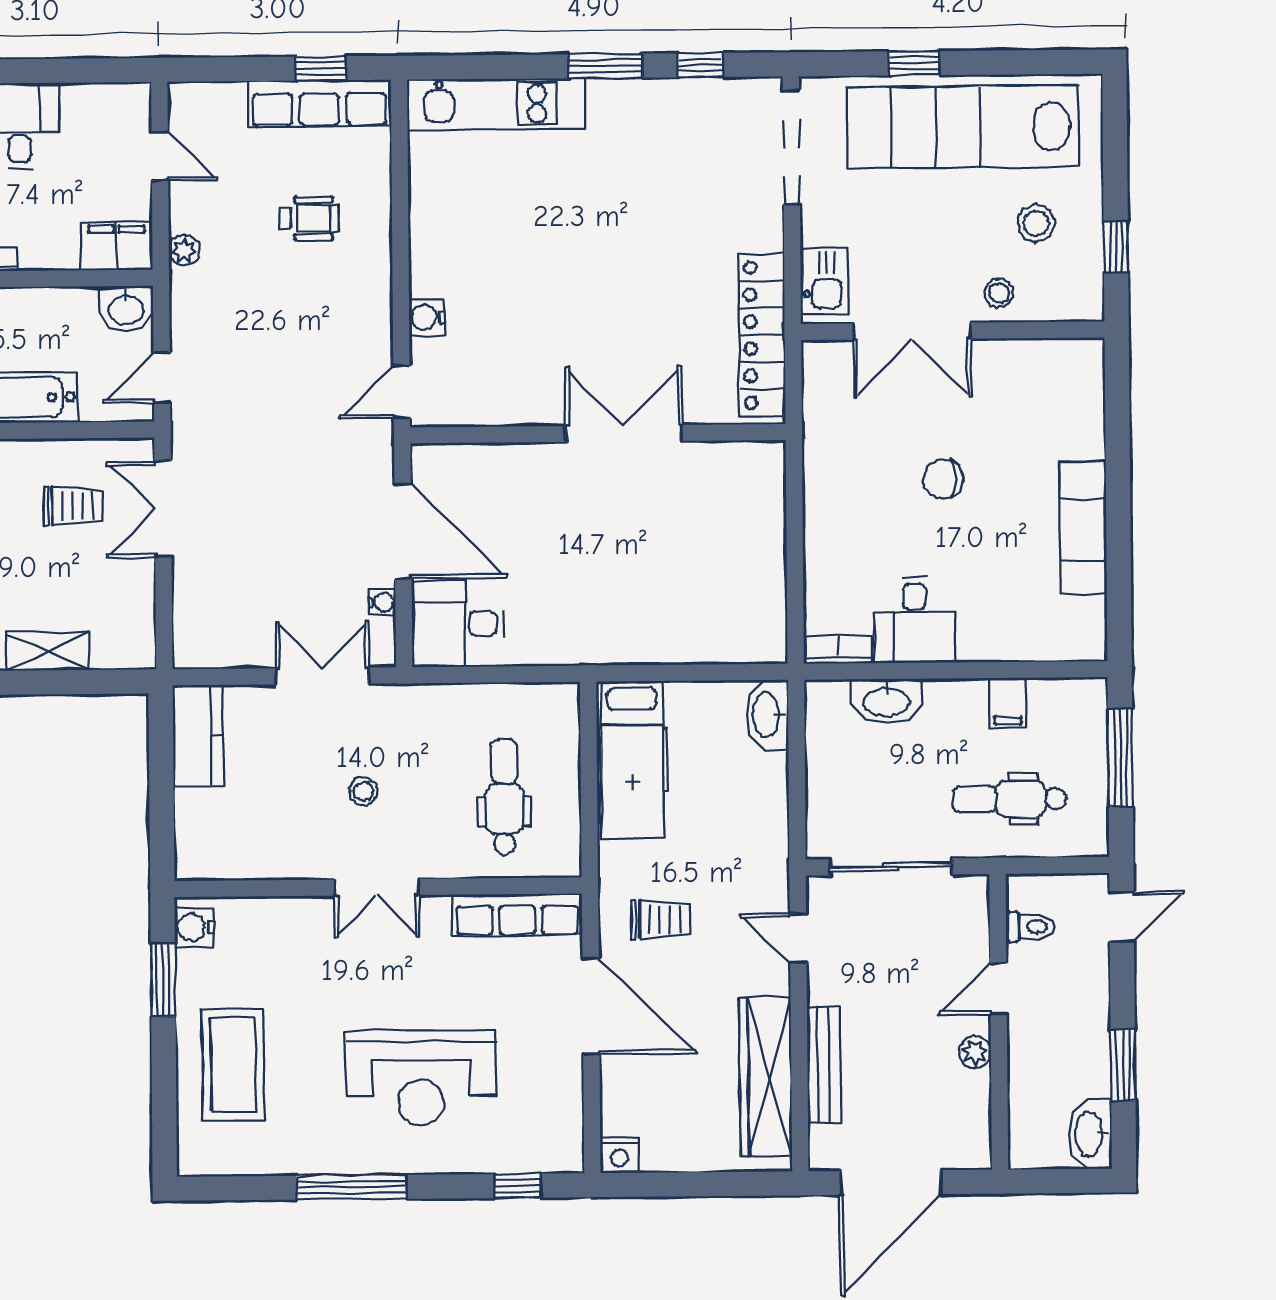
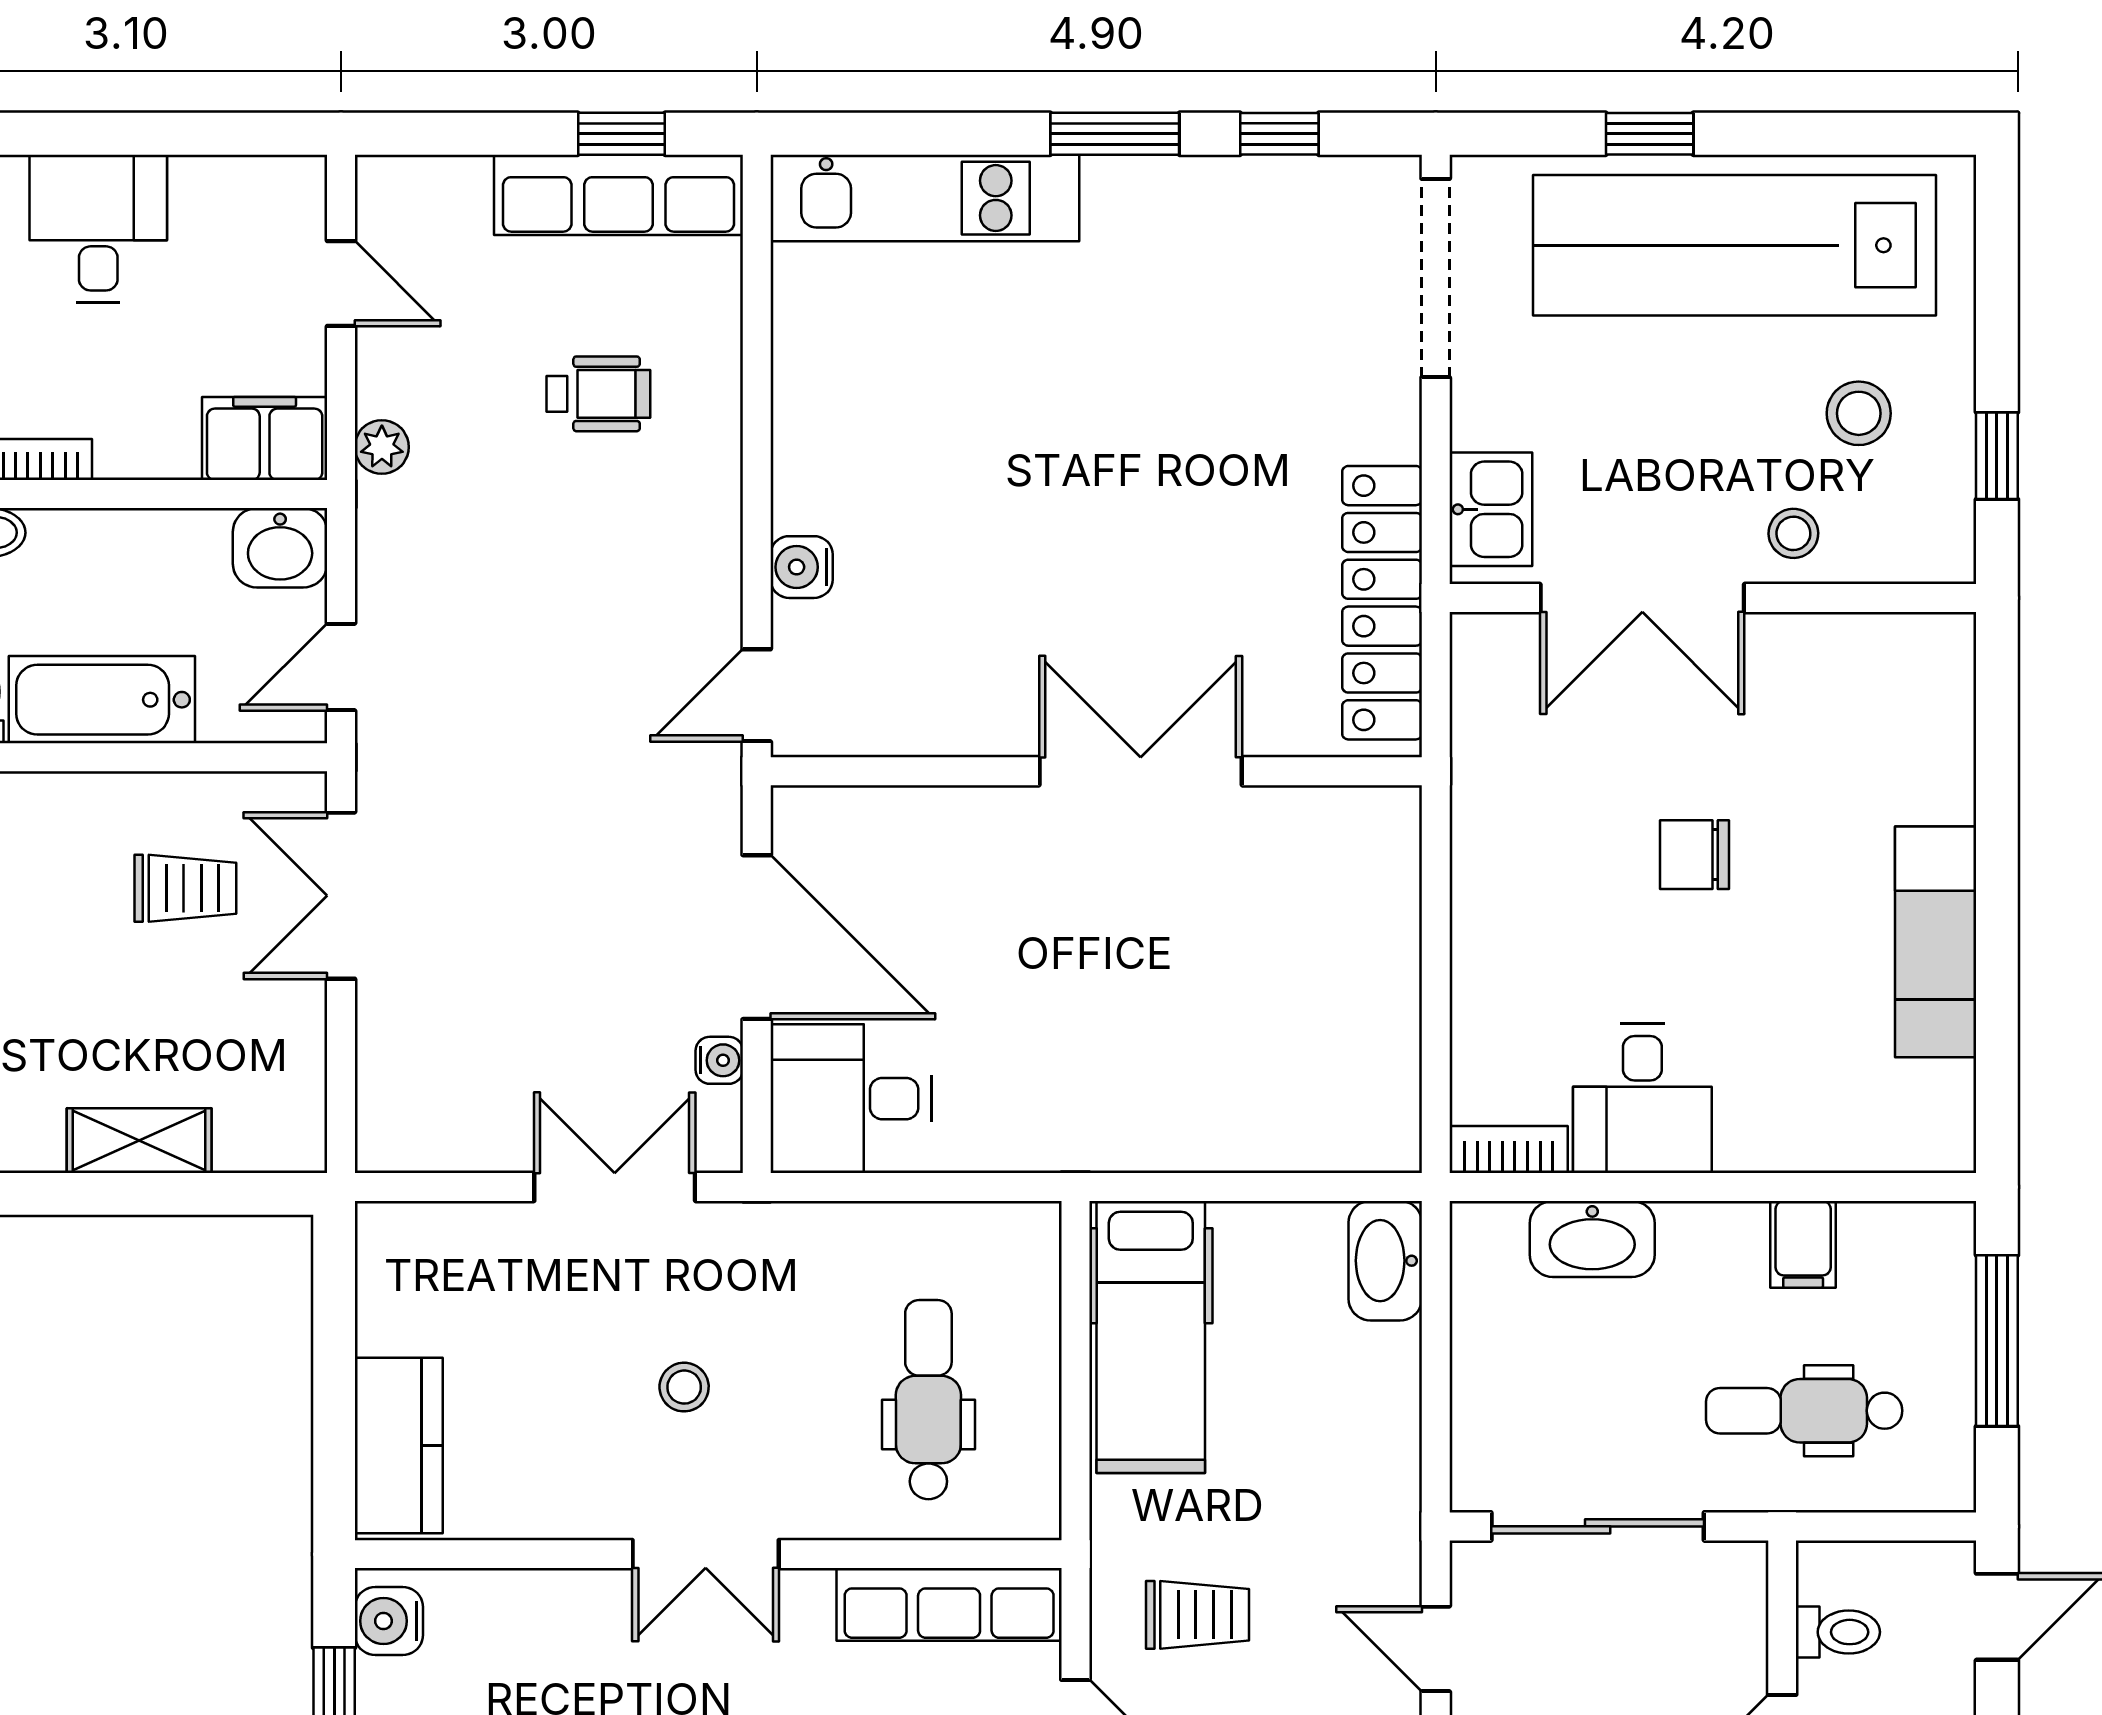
kitchen counter: (198, 736) -> (399, 1445), moved

